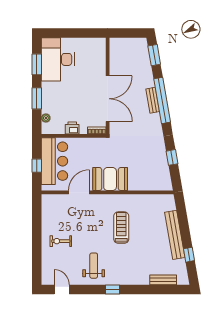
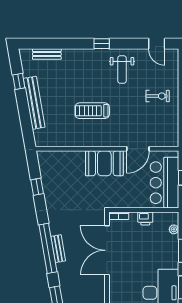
treadmill: (121, 228) -> (92, 111), turned 90

